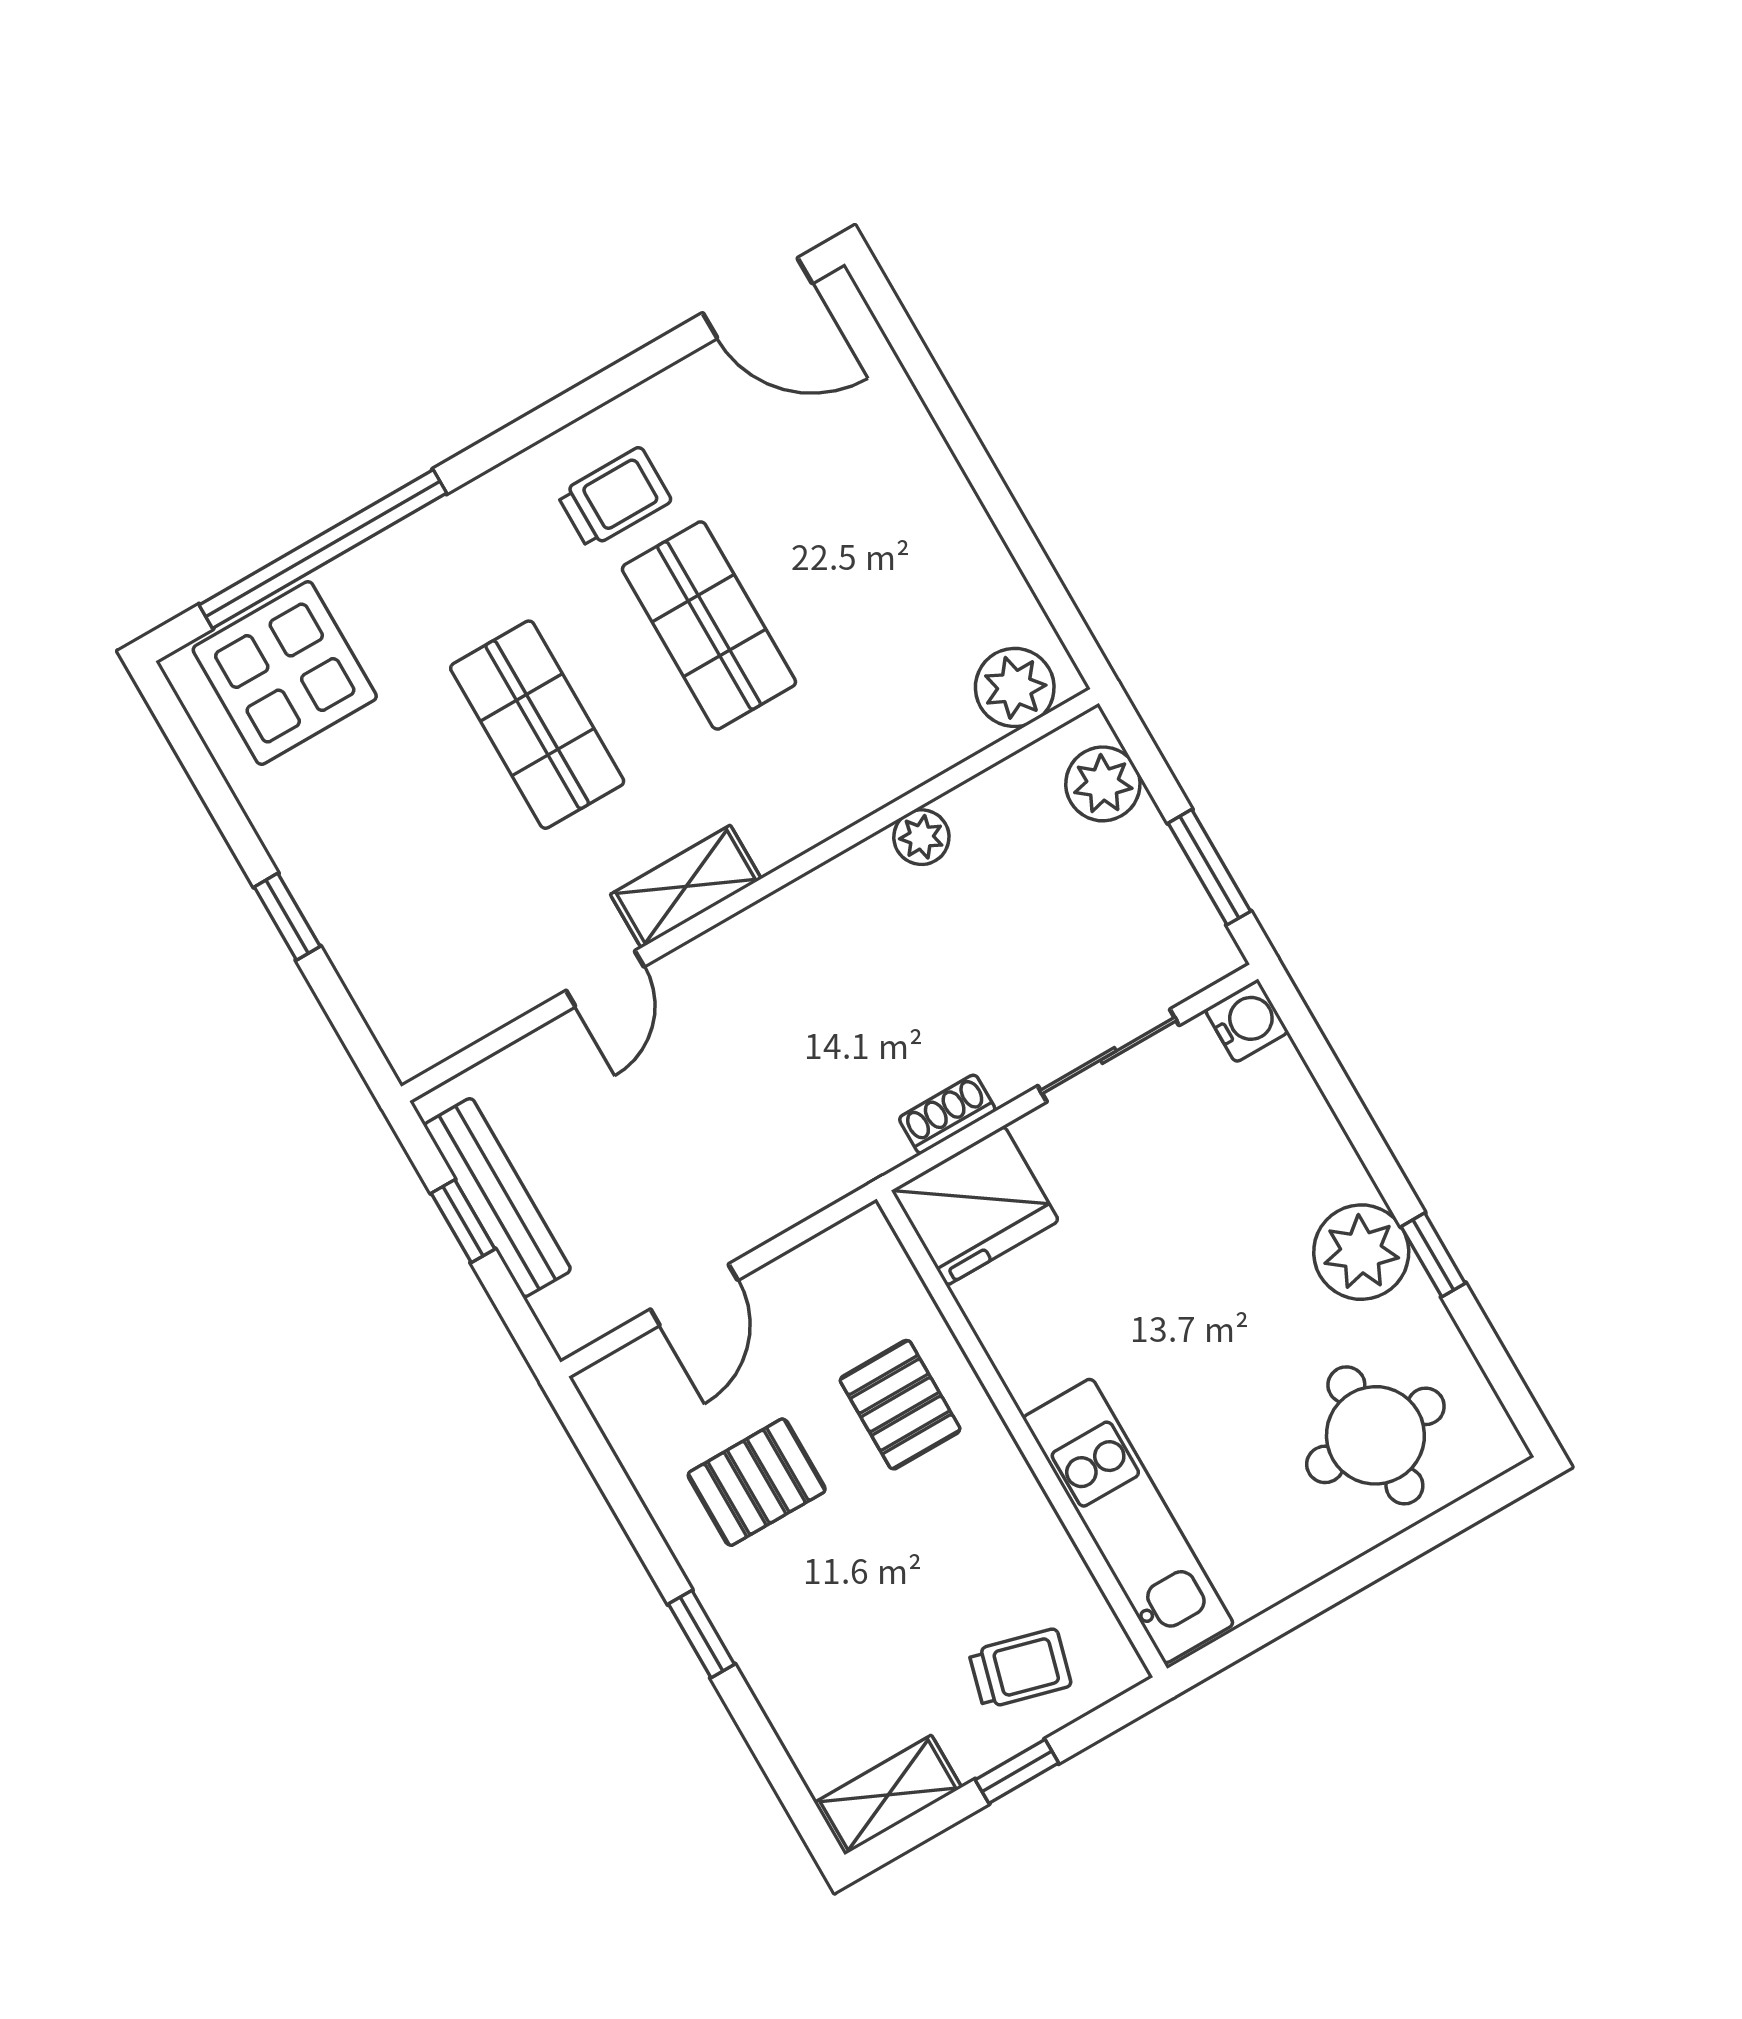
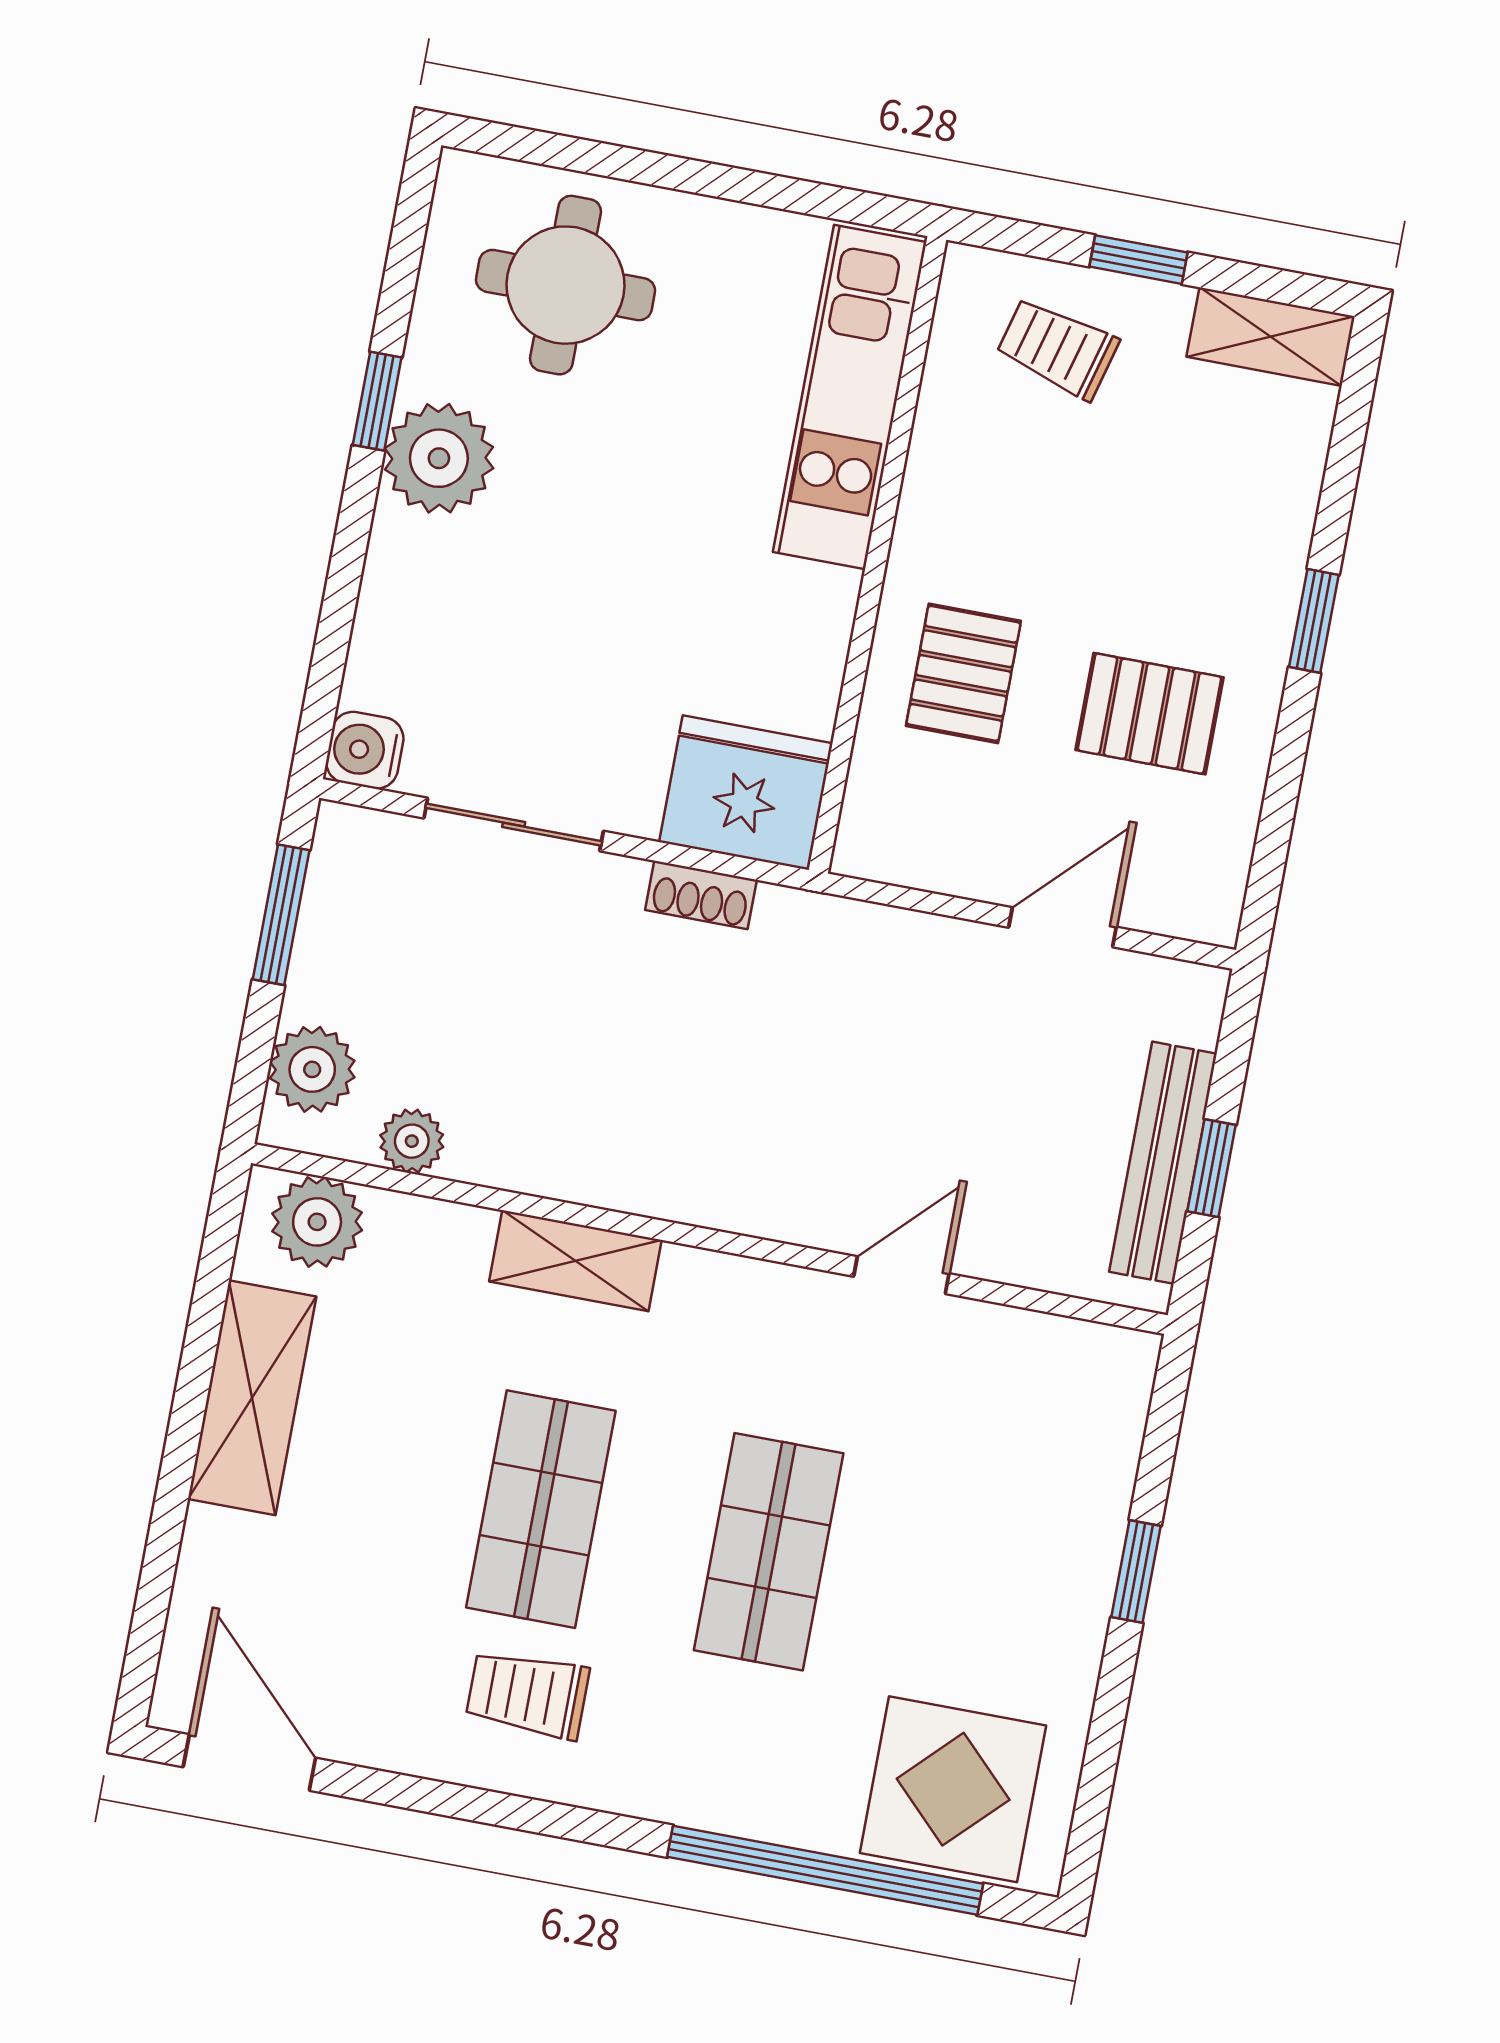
shelving: (959, 537) -> (252, 1398), added
plant: (921, 837) -> (412, 1141), moved
shelving: (686, 887) -> (575, 1261), moved

